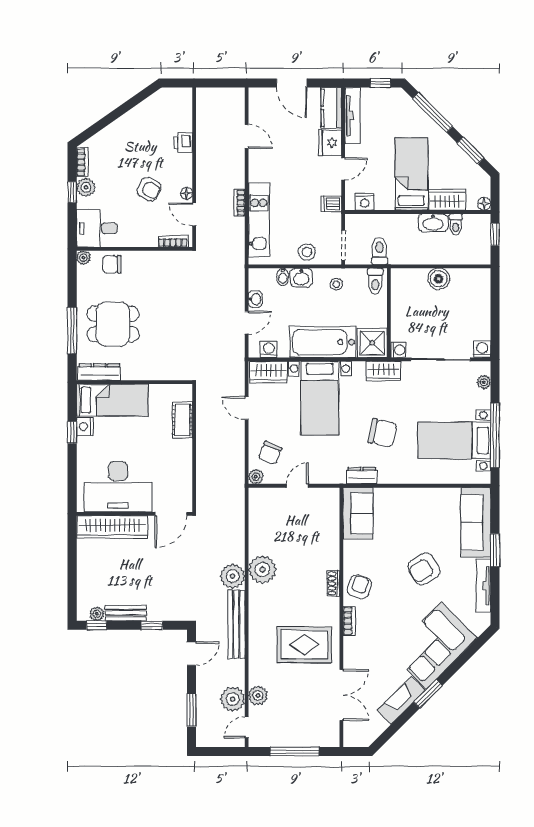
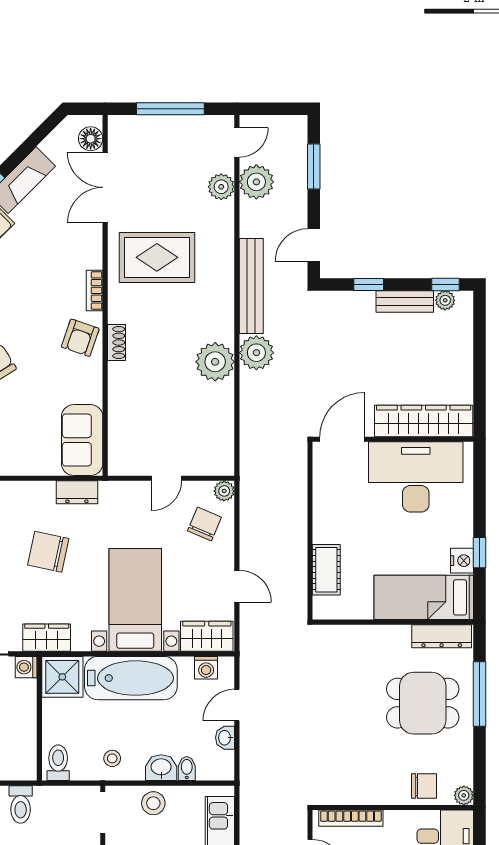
bookcase: (173, 241) -> (351, 818), width x1.56
toilet: (379, 251) -> (21, 804), moved
floor lamp: (352, 730) -> (91, 139), added

